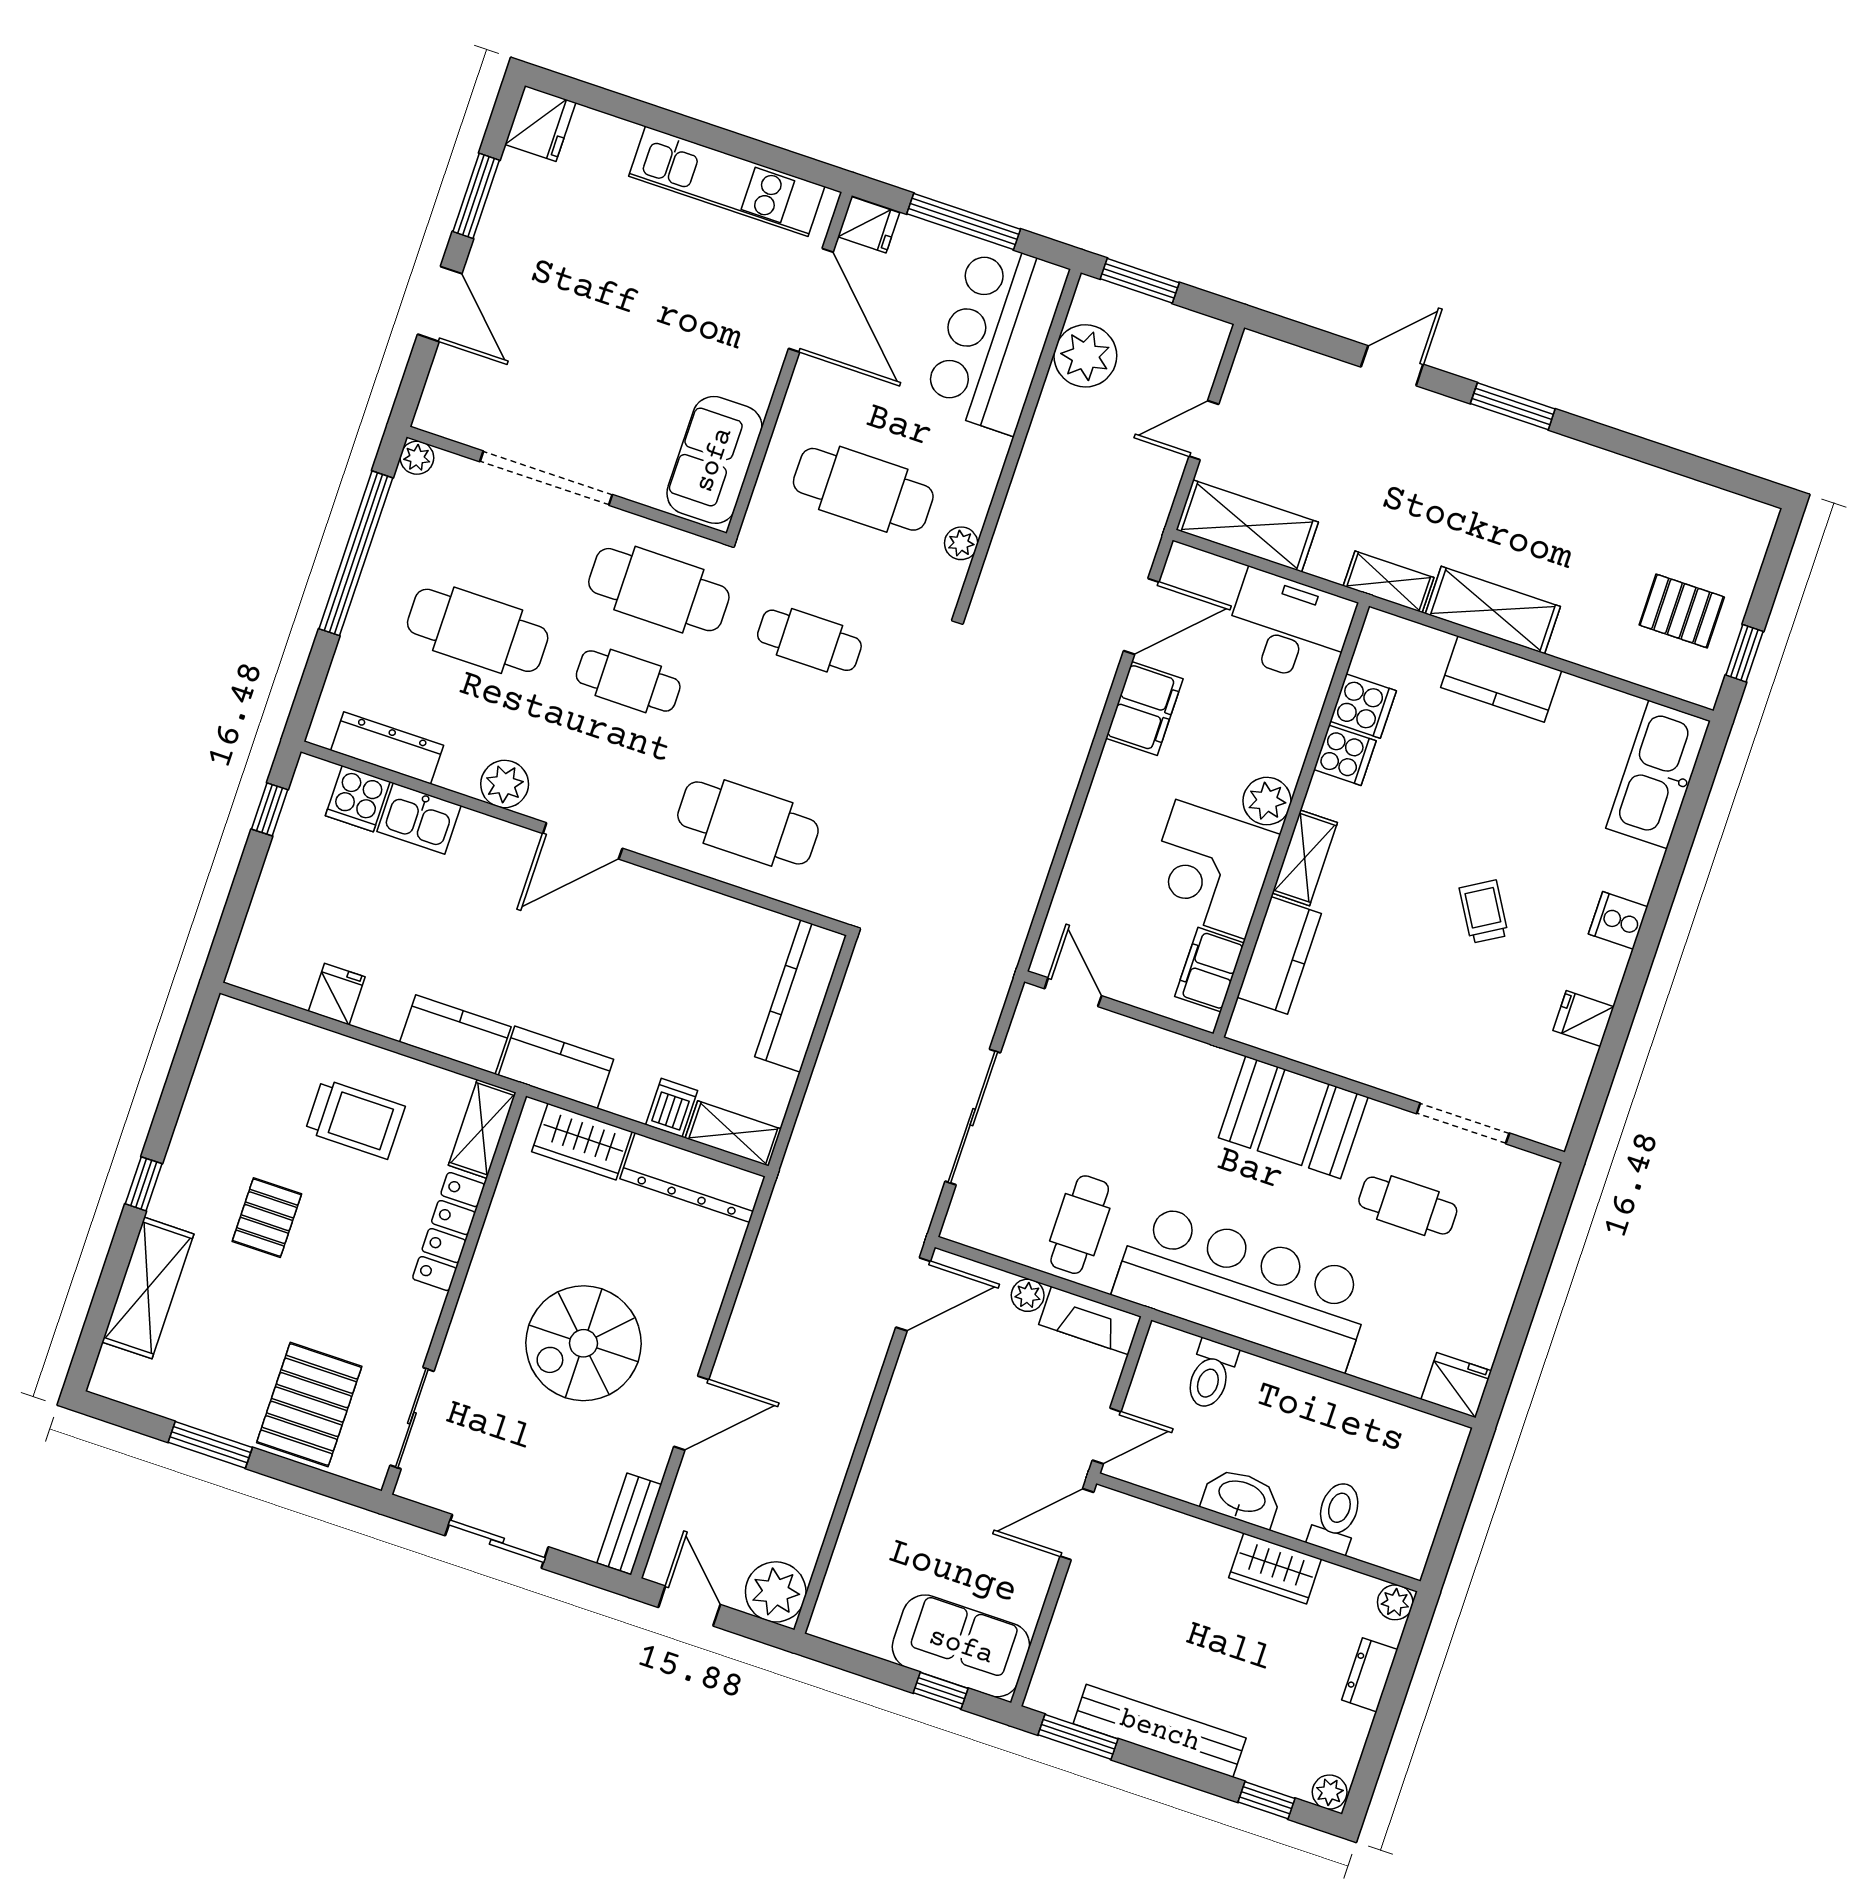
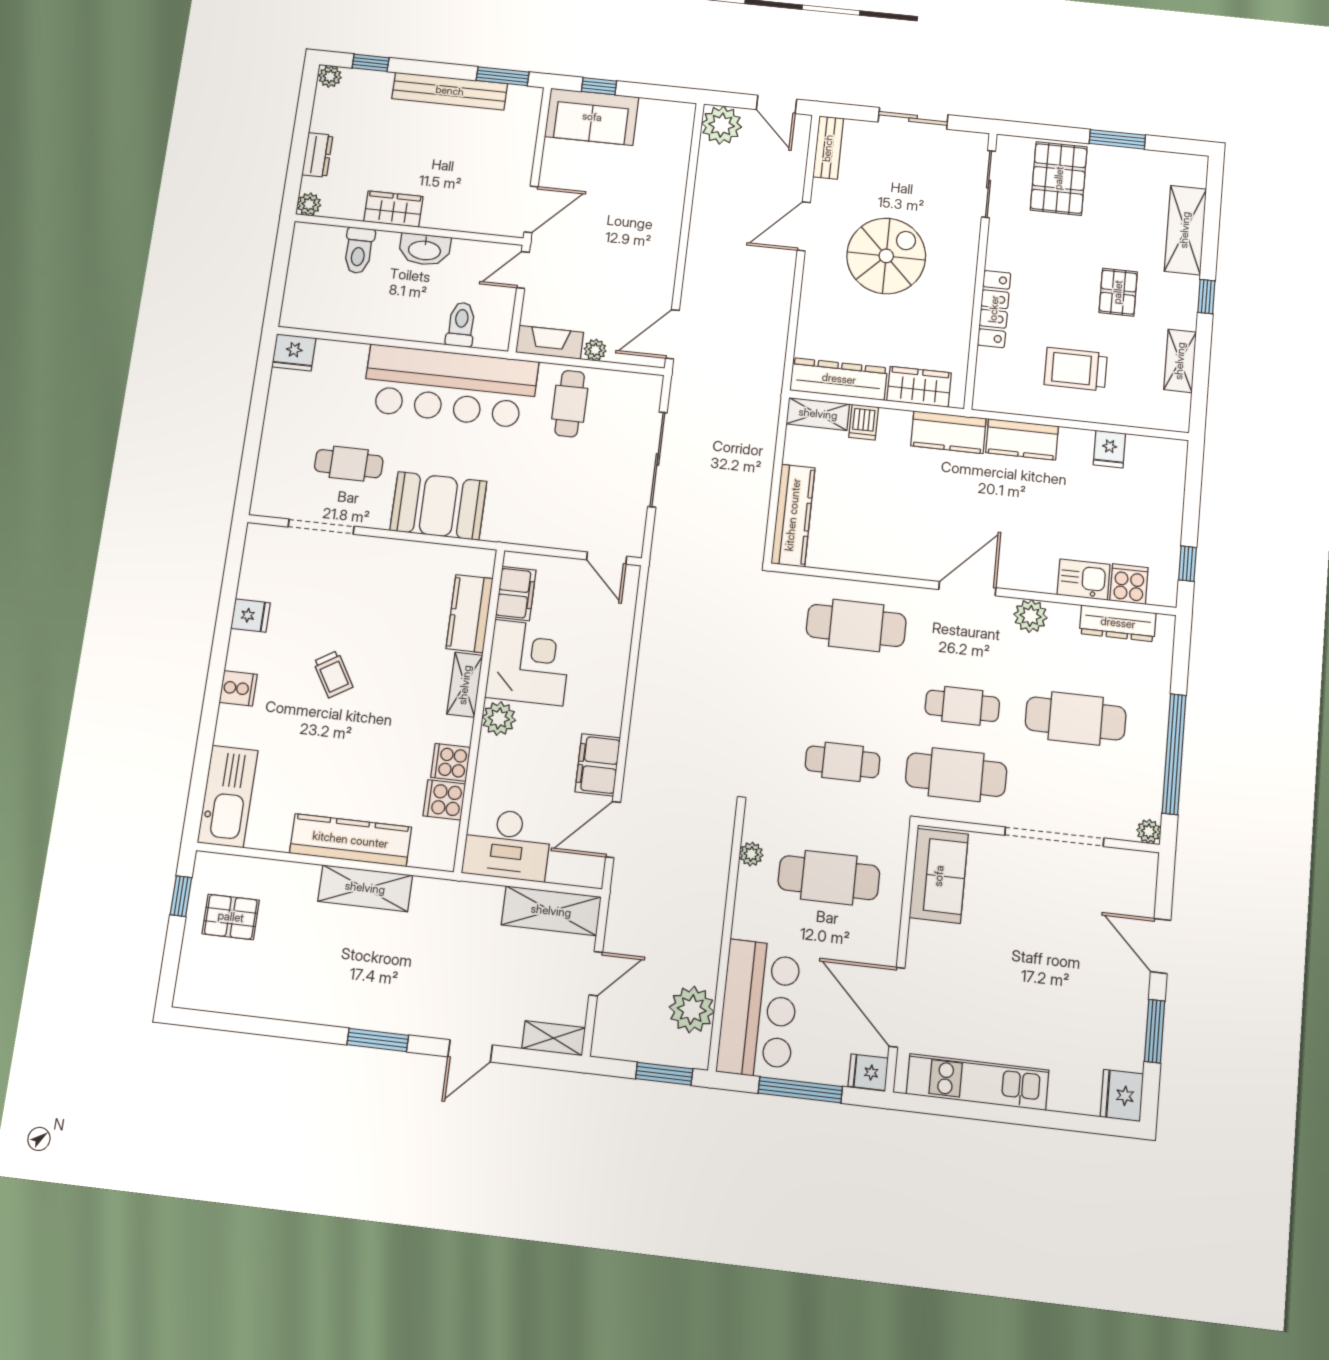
shelving: (1389, 582) -> (554, 1038), moved
kitchen counter: (1501, 679) -> (350, 840), width x1.50
shelving: (482, 1129) -> (1180, 361), moved

